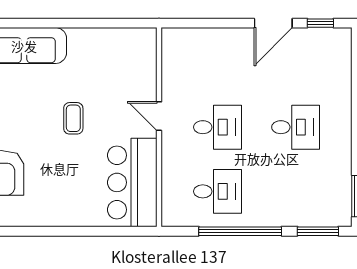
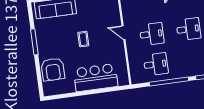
bar counter: (132, 182) -> (96, 78), moved, turned 90

